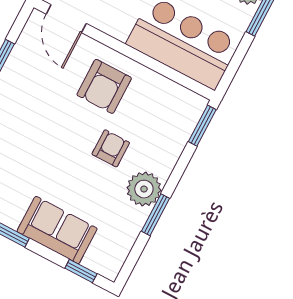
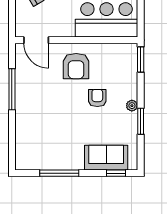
plant: (144, 189) -> (132, 106), width x0.53, depth x0.53
sofa: (57, 230) -> (106, 158), moved

